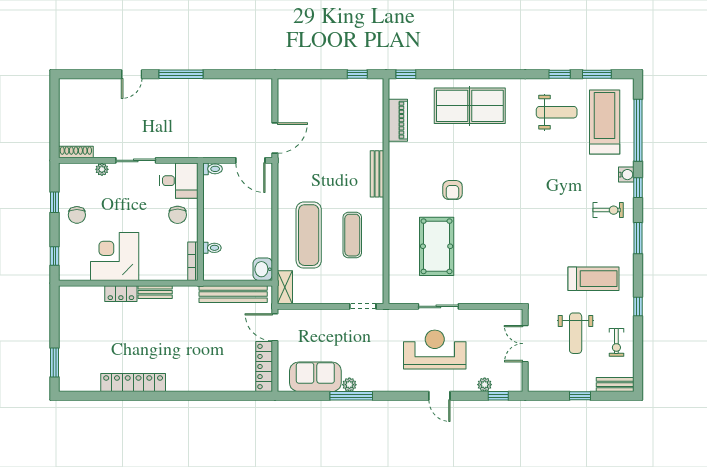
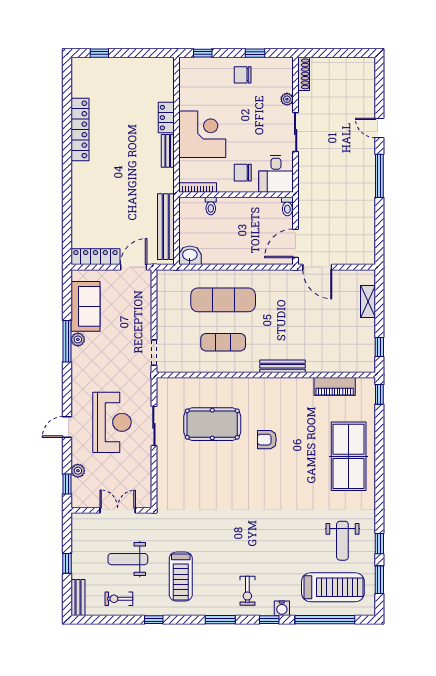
corner desk: (115, 257) -> (202, 134), moved
shelving: (285, 287) -> (368, 301), moved, turned 90
window: (54, 363) -> (99, 53), width x0.67

